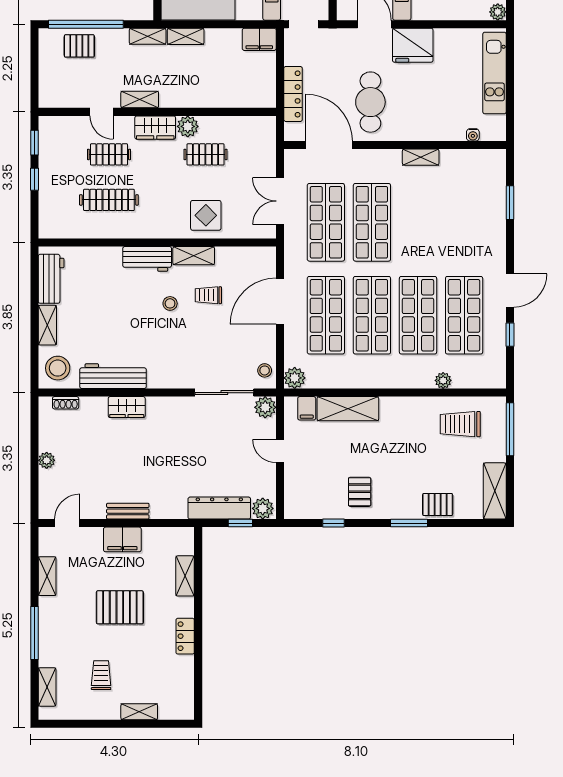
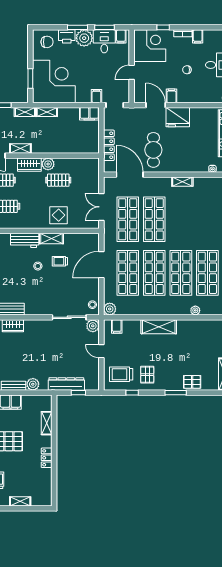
shelving: (348, 409) -> (159, 327), moved
trolley: (460, 424) -> (121, 374), moved
plant: (263, 508) -> (33, 384), moved

